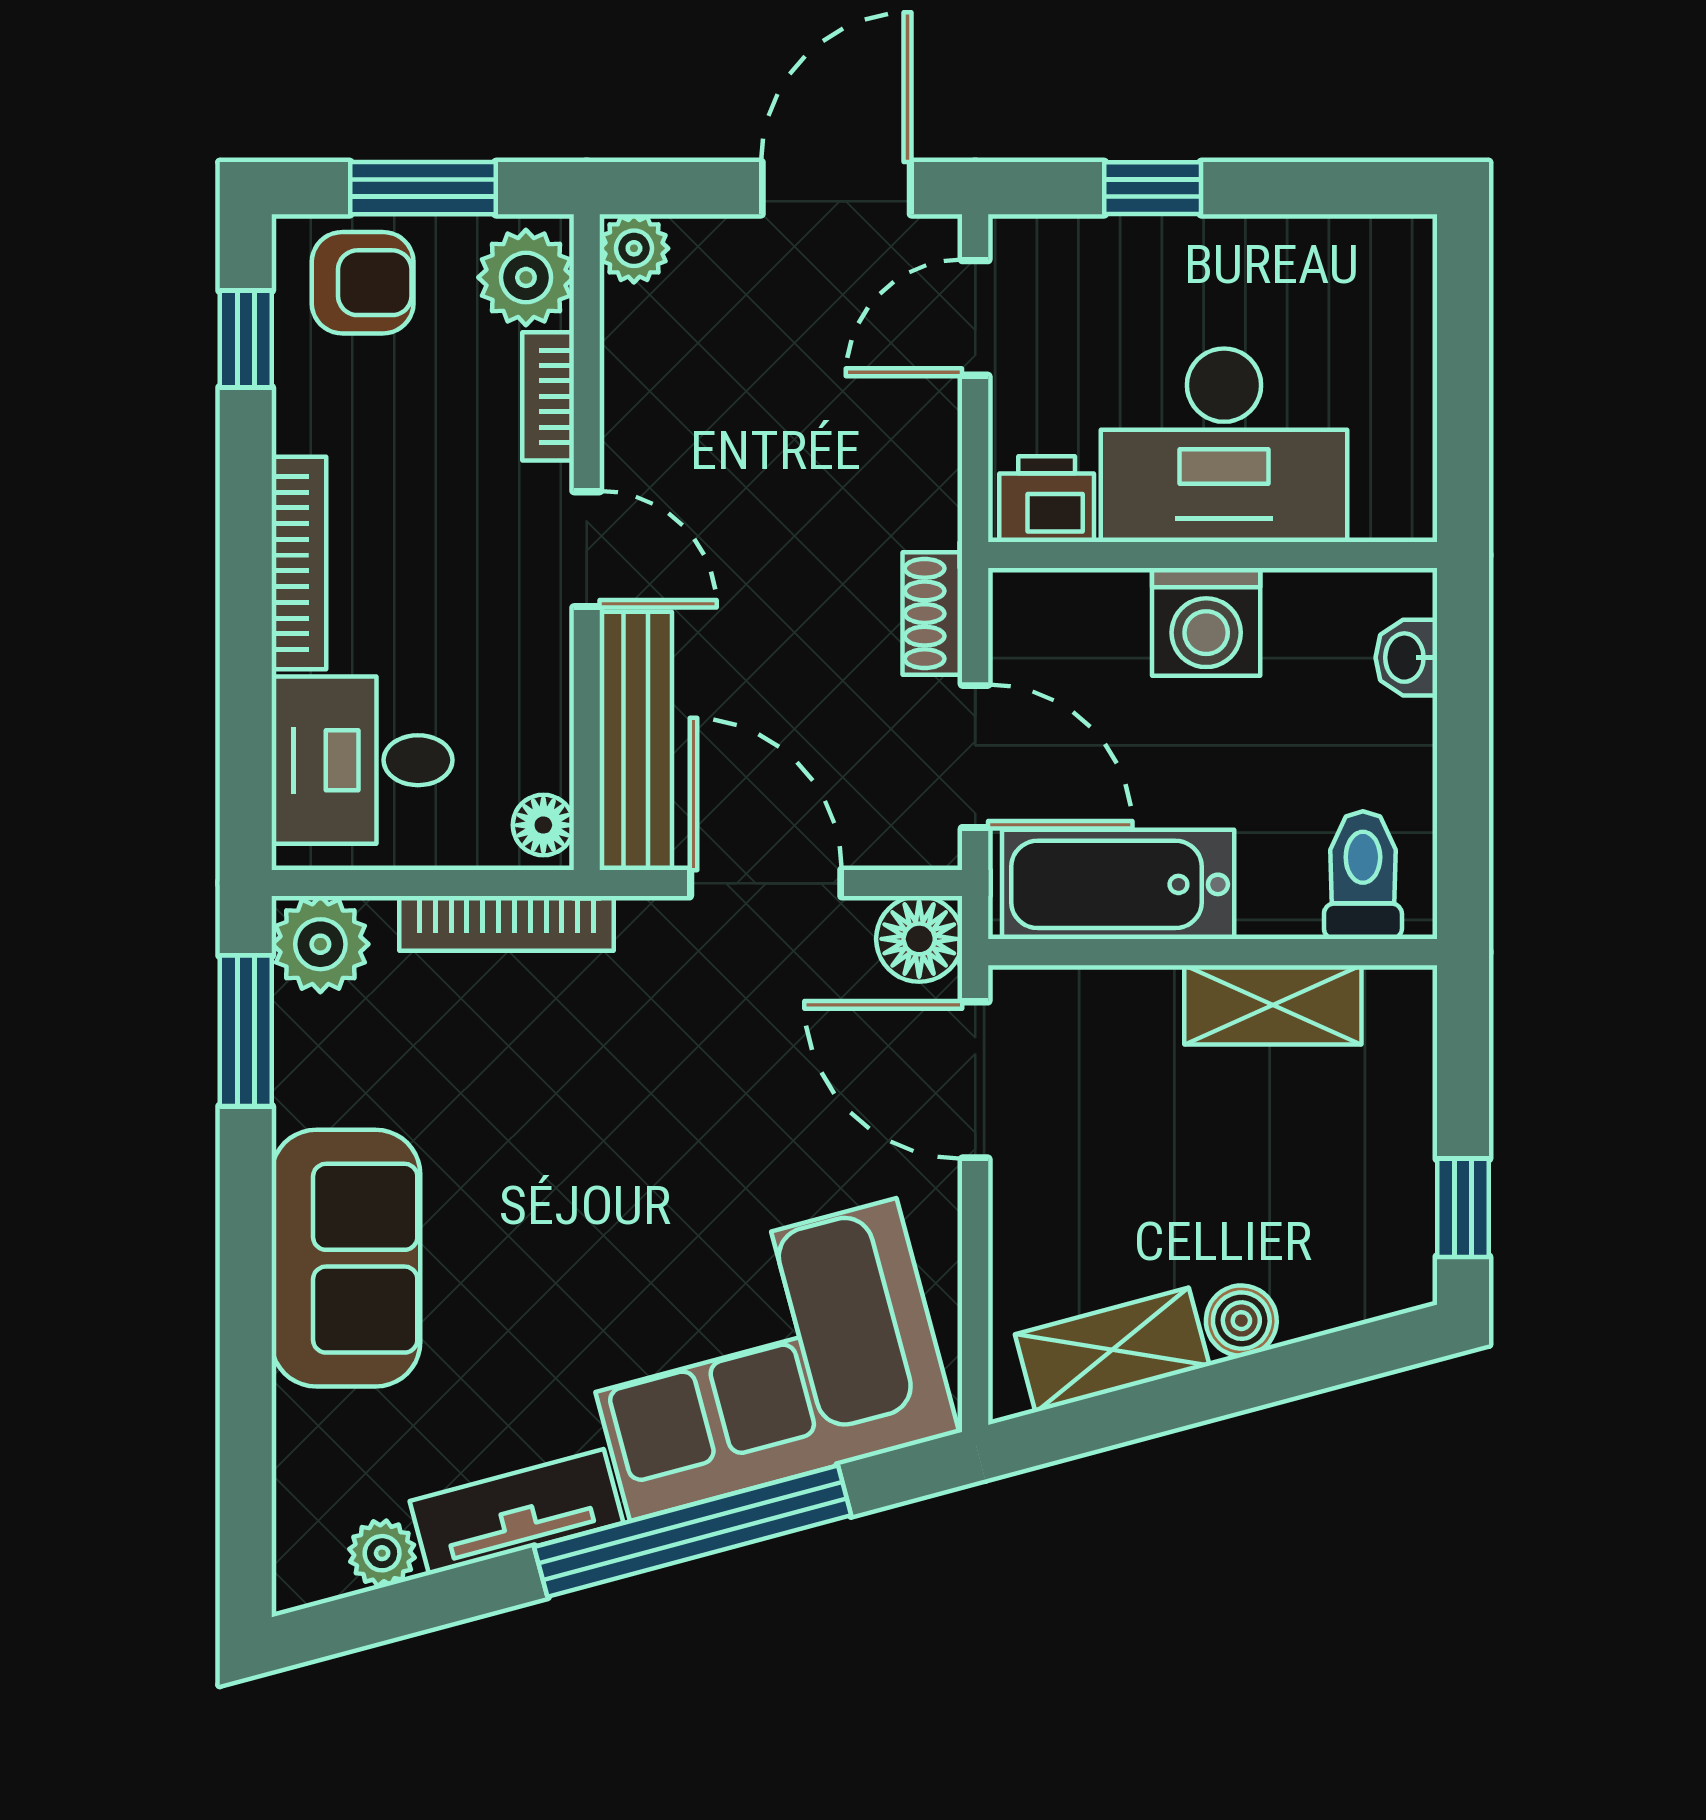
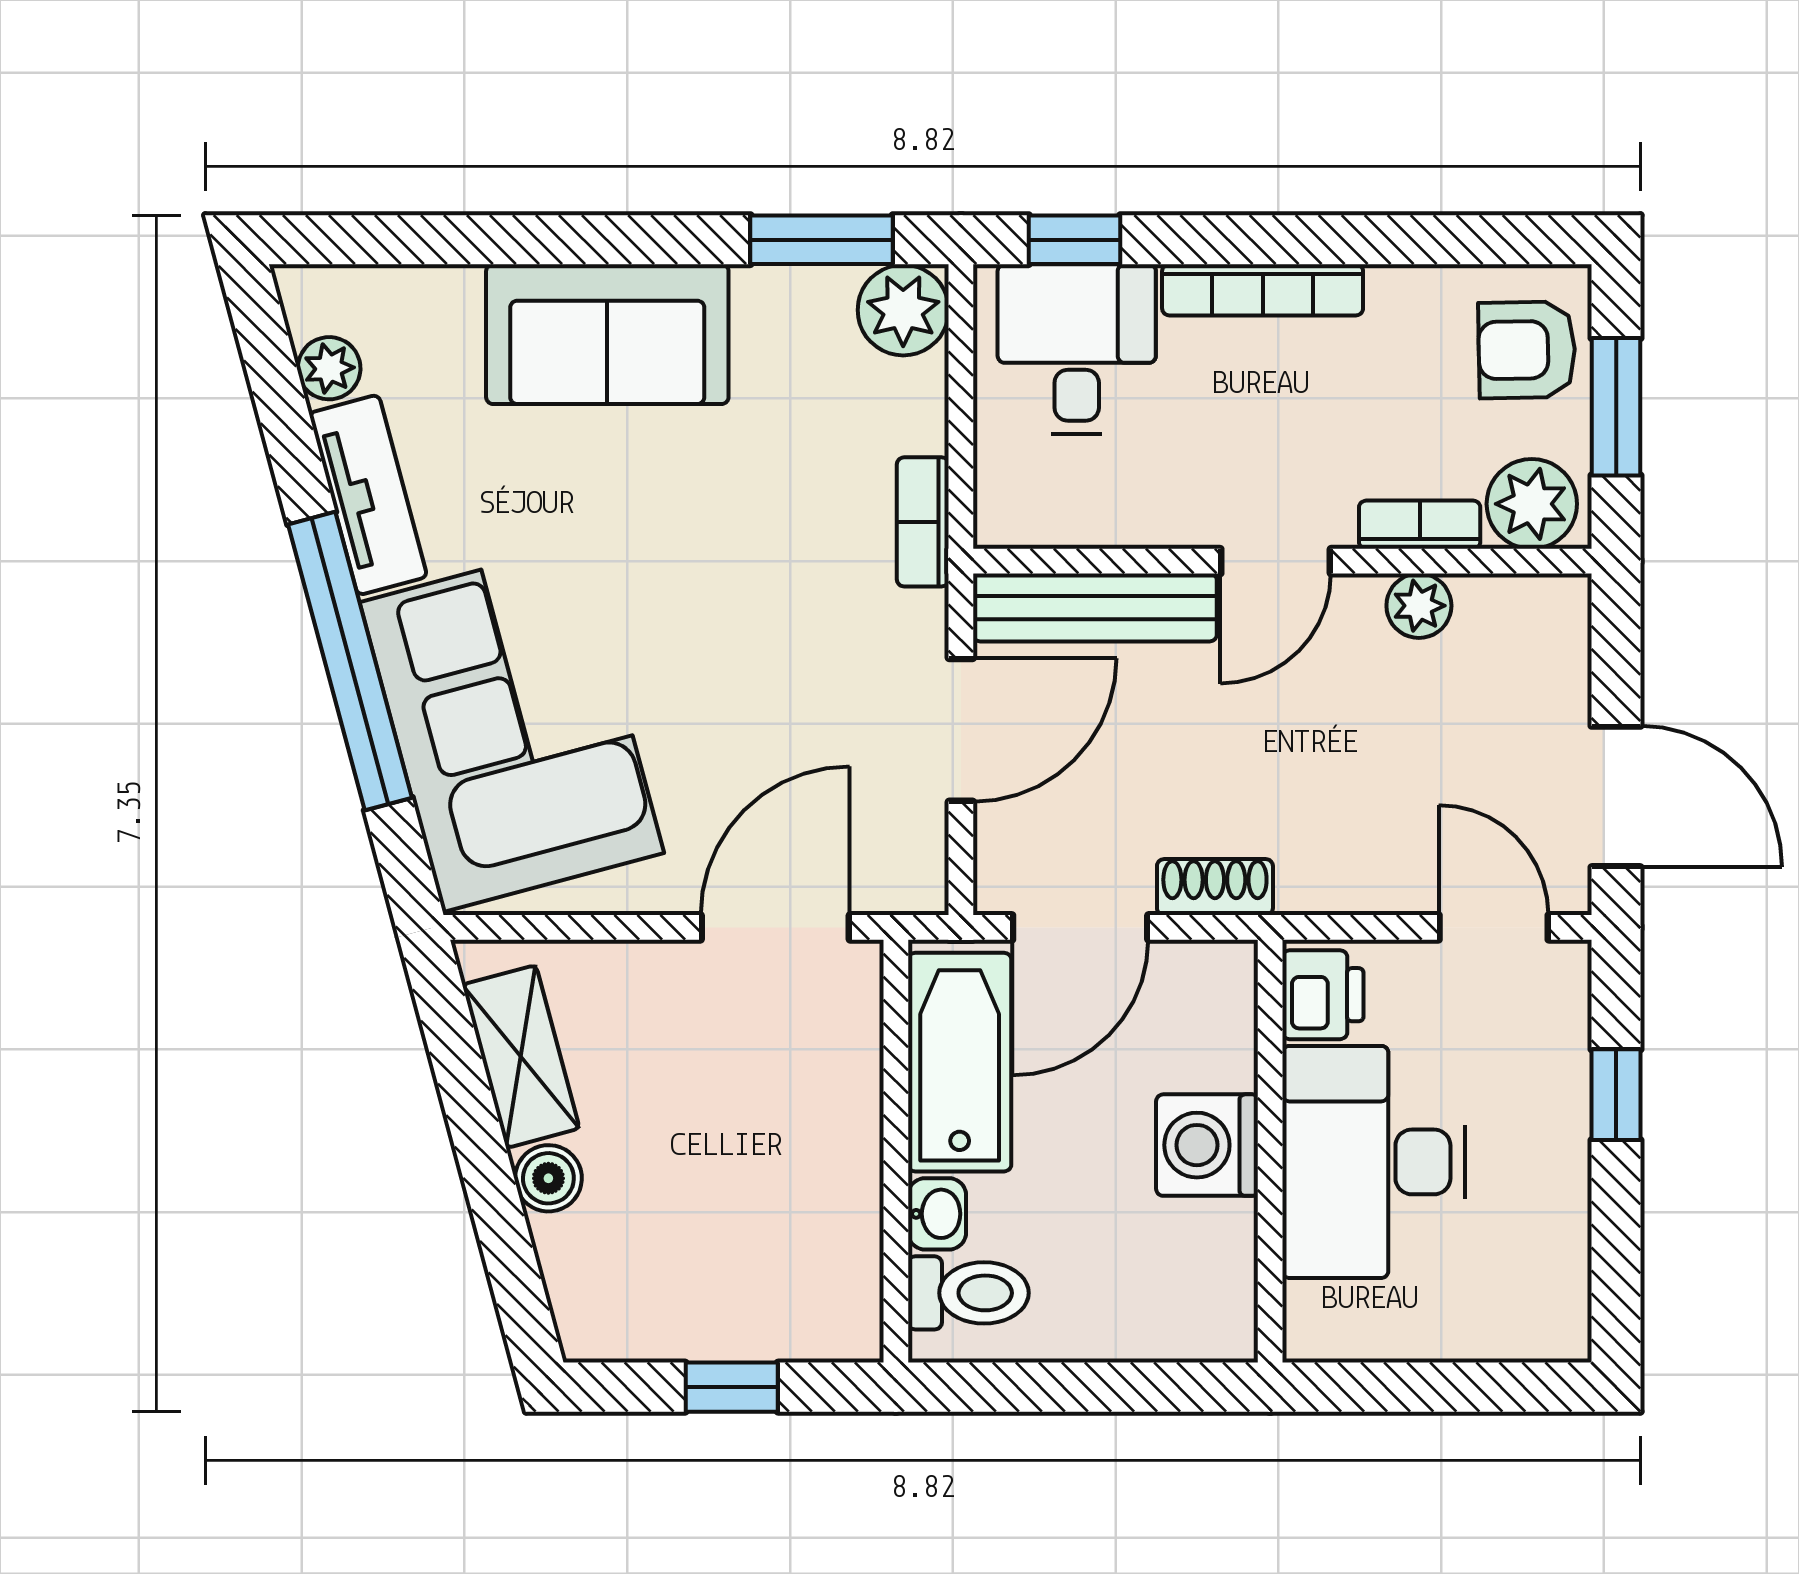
plant: (634, 248) -> (1419, 606), moved
armchair: (363, 283) -> (1527, 350), turned 89
window: (246, 339) -> (1075, 240), moved
washbasin: (1406, 658) -> (937, 1214), moved, turned 90
floor lamp: (543, 825) -> (1016, 520), removed
bookcase: (507, 923) -> (923, 522), width x0.64
floor lamp: (919, 939) -> (908, 875), removed
shelving: (1273, 1005) -> (846, 1208), removed
window: (1463, 1208) -> (732, 1387), moved

